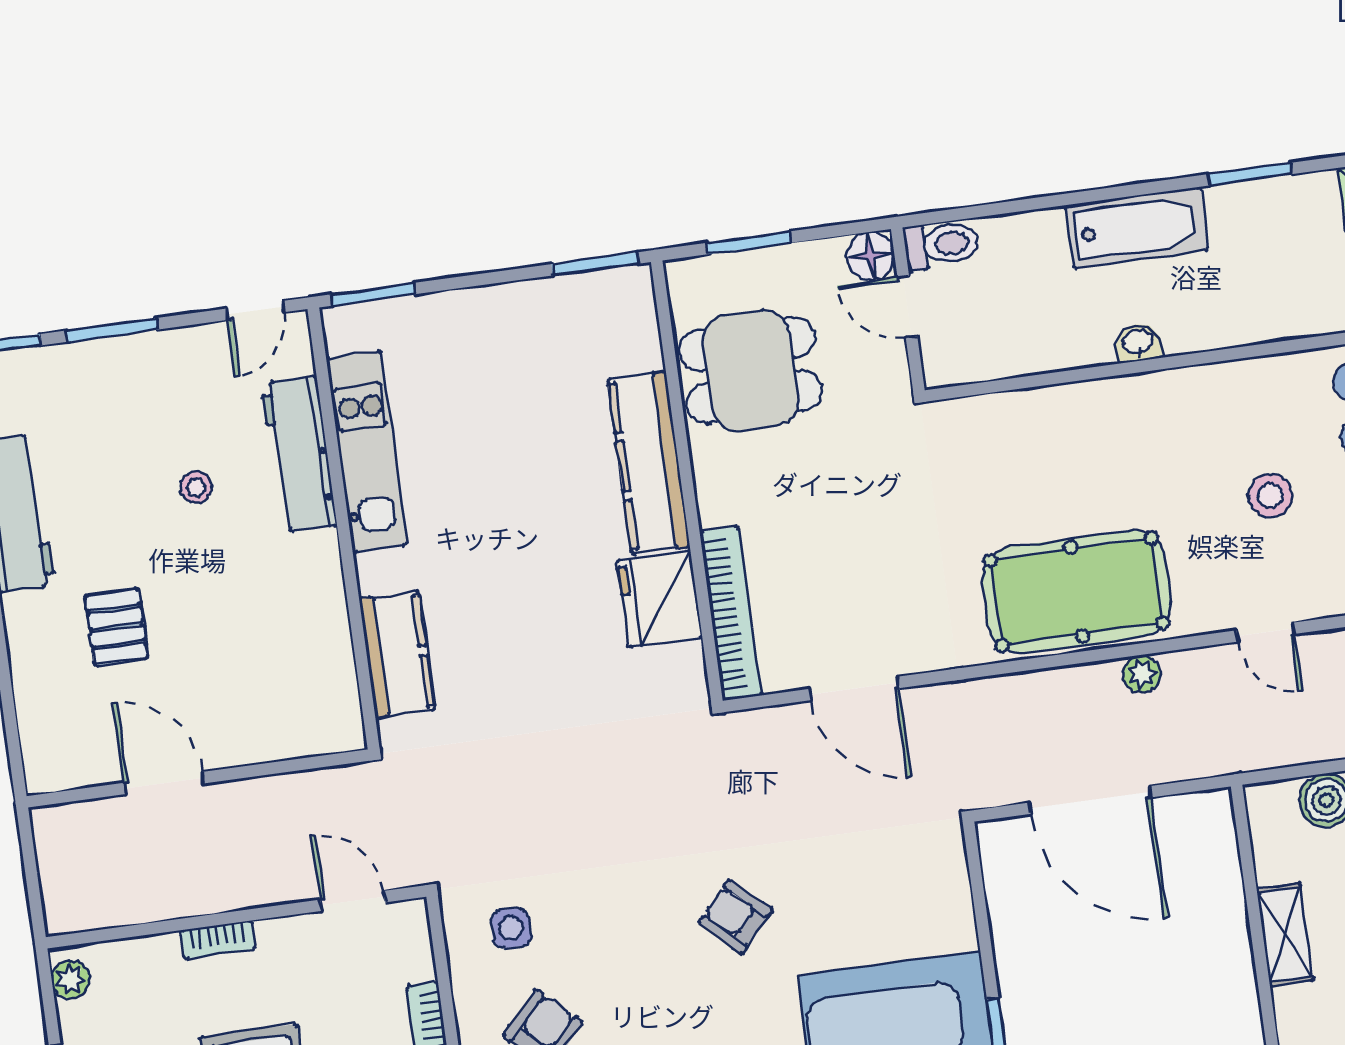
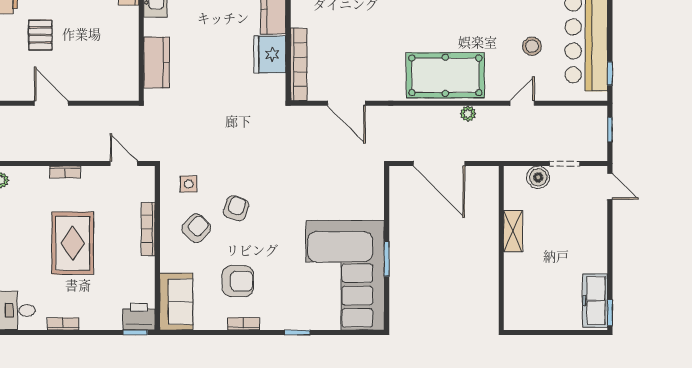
door: (1265, 632) -> (522, 103), swing flipped
armchair: (736, 916) -> (236, 208), moved, turned 66

